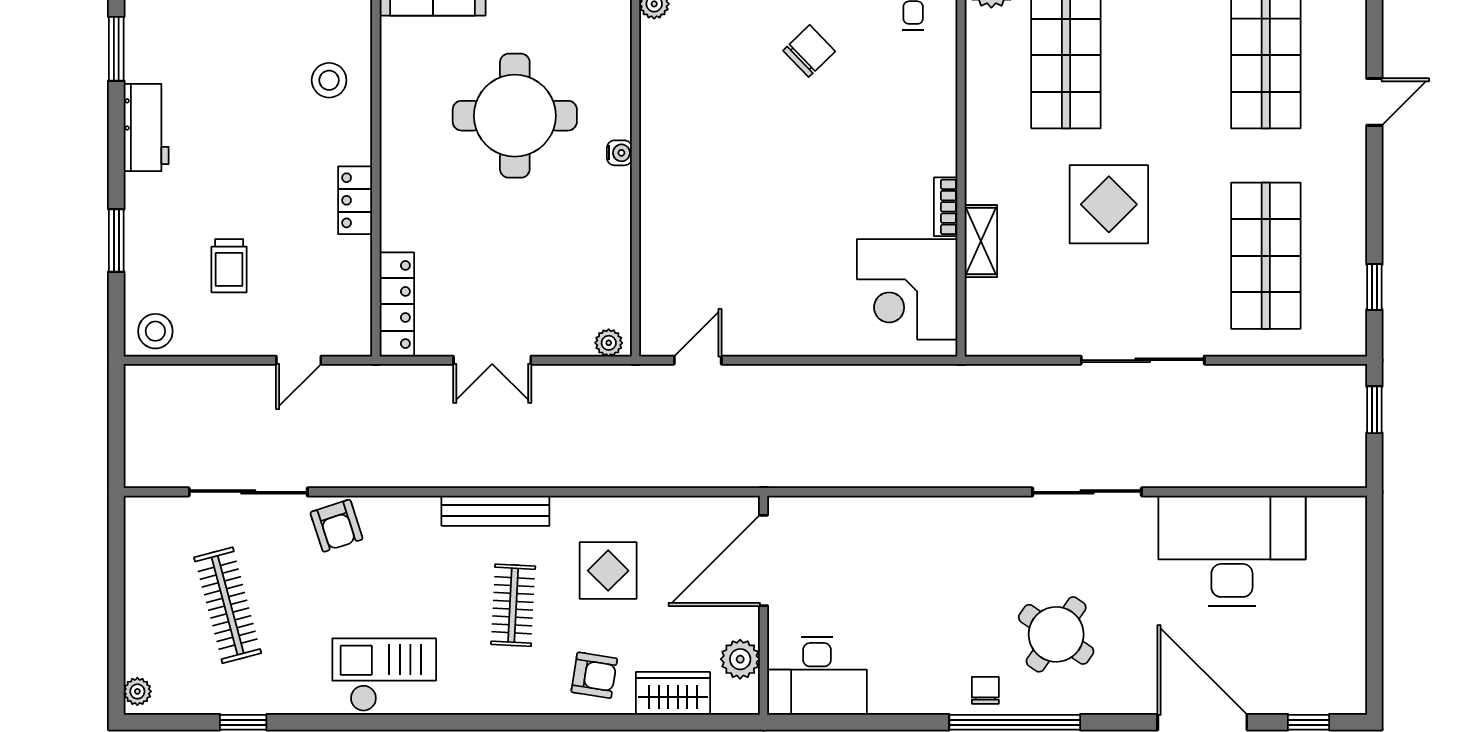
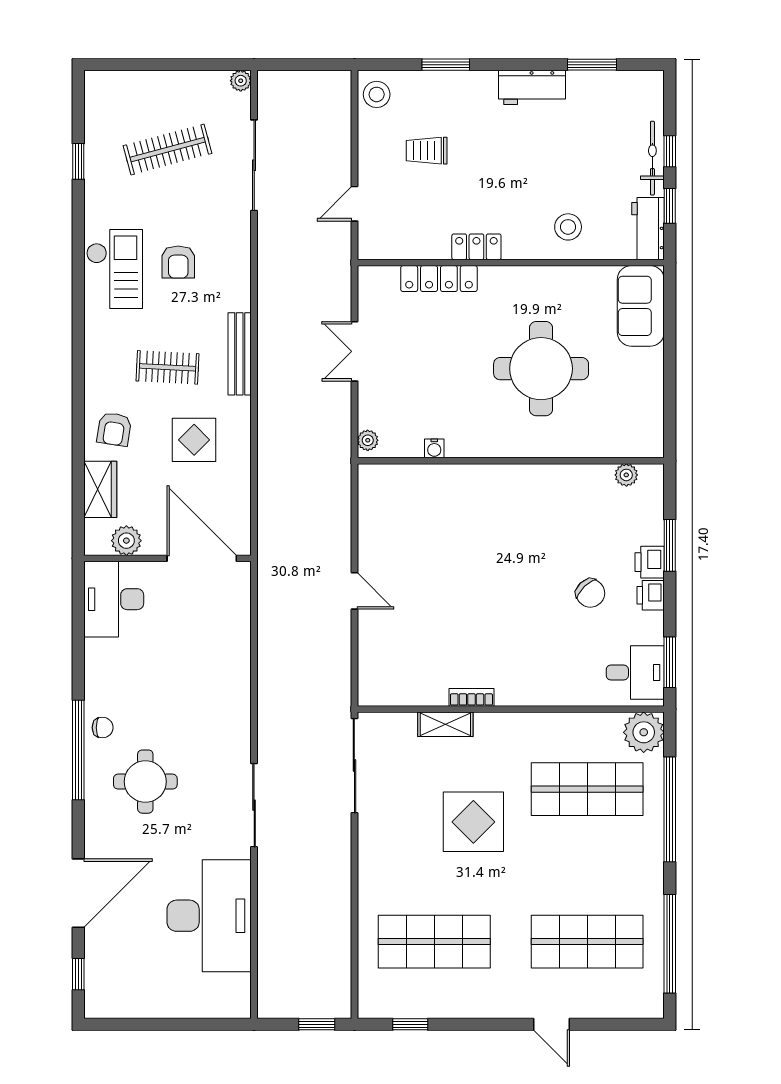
water cooler: (619, 153) -> (434, 448), moved
corner desk: (907, 289) -> (409, 668), removed
locker: (397, 304) -> (439, 279), moved
door: (299, 360) -> (354, 204), hinge flipped
door: (698, 360) -> (354, 591), moved
sliding door: (1143, 360) -> (354, 766), moved
armchair: (337, 526) -> (178, 262), moved, turned -72
round table: (1056, 634) -> (145, 782), turned -35
plant: (137, 691) -> (241, 81), moved

